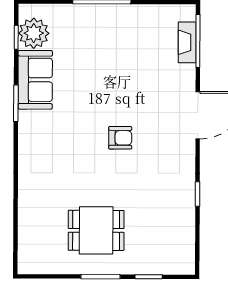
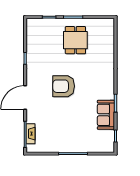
plant: (34, 33) -> (107, 138), removed
armchair: (120, 138) -> (64, 86), width x1.88, depth x1.88
dining table: (96, 230) -> (75, 40), turned 90

